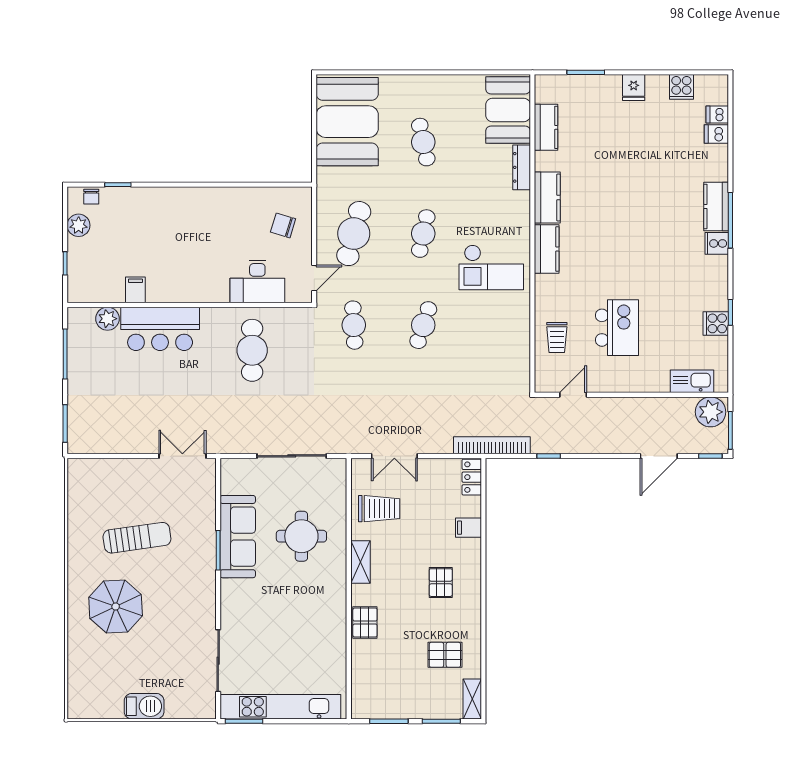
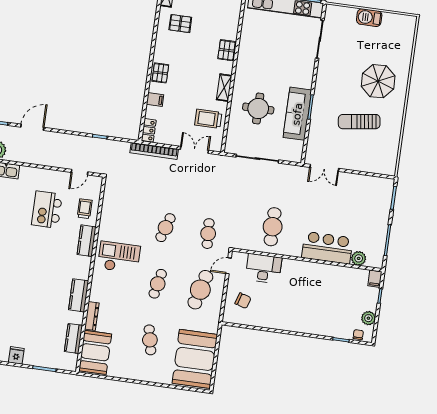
kitchen counter: (547, 249) -> (87, 241), moved
filing cabinet: (135, 290) -> (375, 279), moved
bookcase: (492, 445) -> (154, 151), moved
pallet: (441, 583) -> (160, 73), moved

